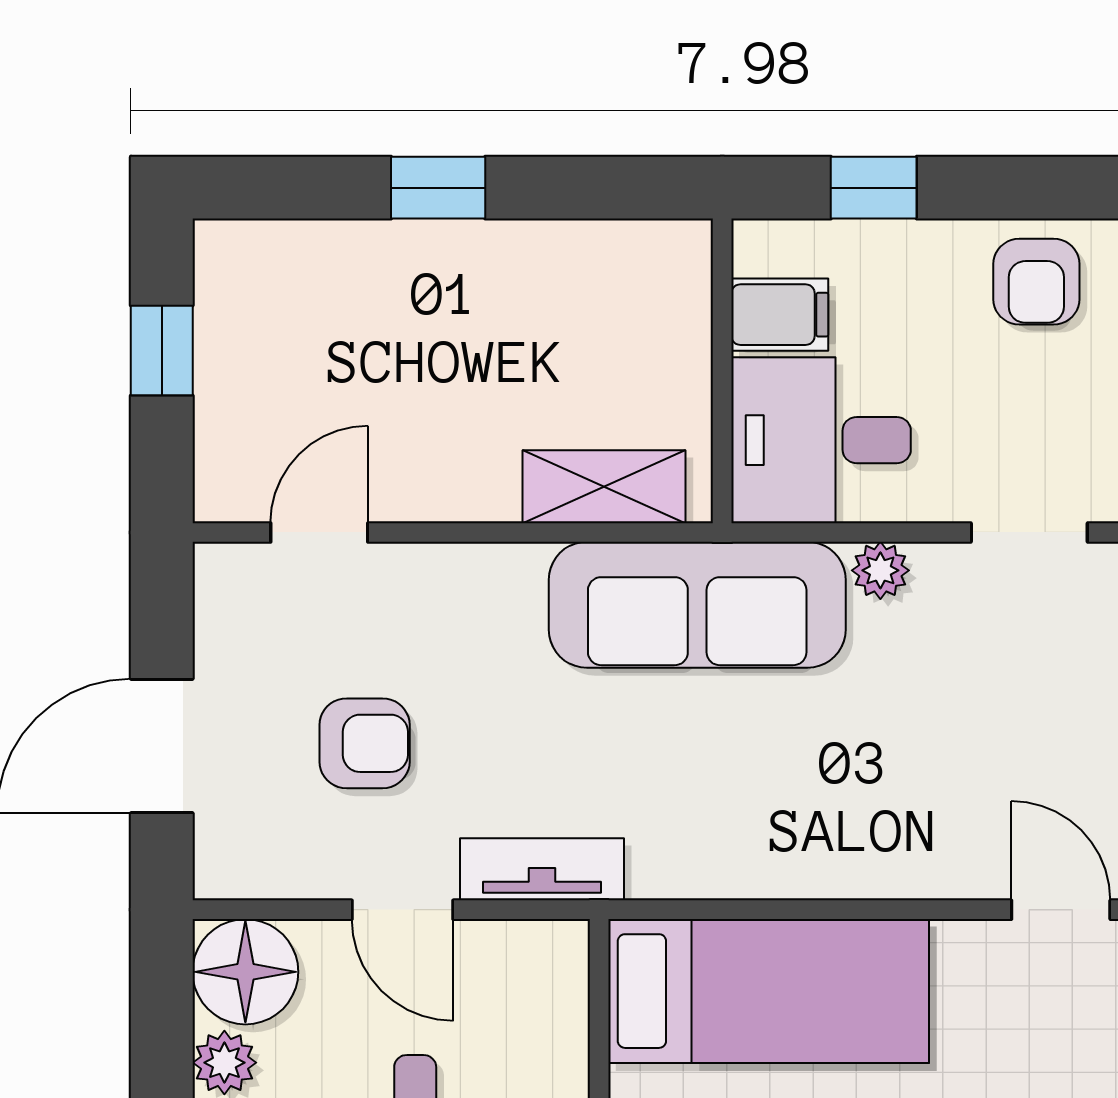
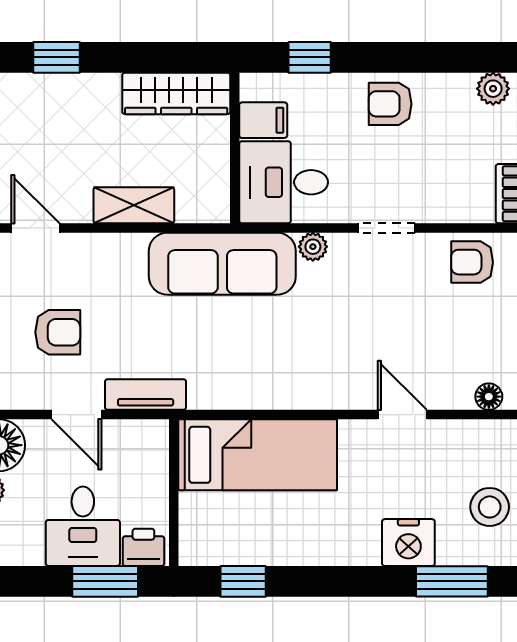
window: (438, 188) -> (56, 57), moved
wardrobe: (604, 261) -> (176, 93), added
armchair: (1036, 282) -> (390, 104), turned 90
shelving: (604, 487) -> (134, 205), moved
door: (319, 532) -> (35, 228), hinge flipped

